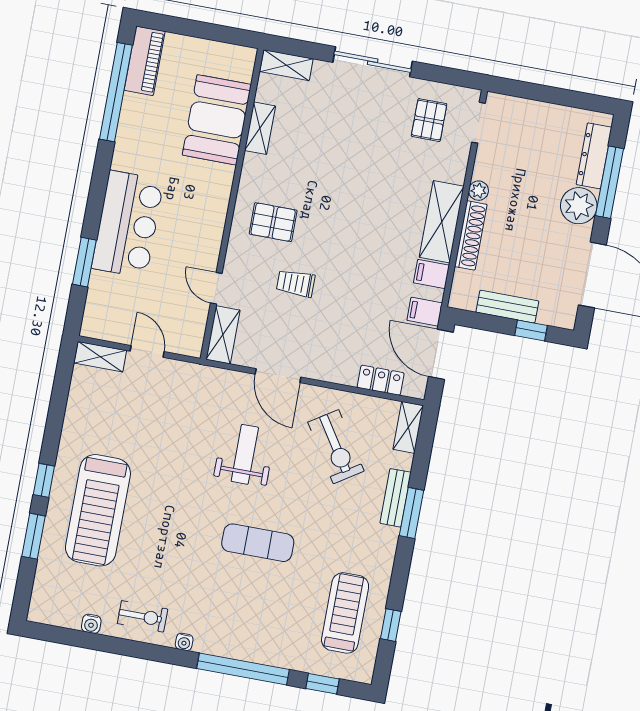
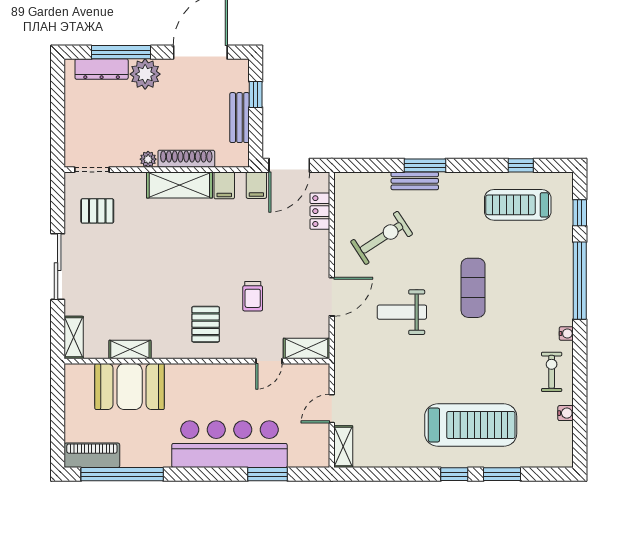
bar counter: (128, 224) -> (229, 444), width x1.36
shelving: (408, 427) -> (355, 181), removed

